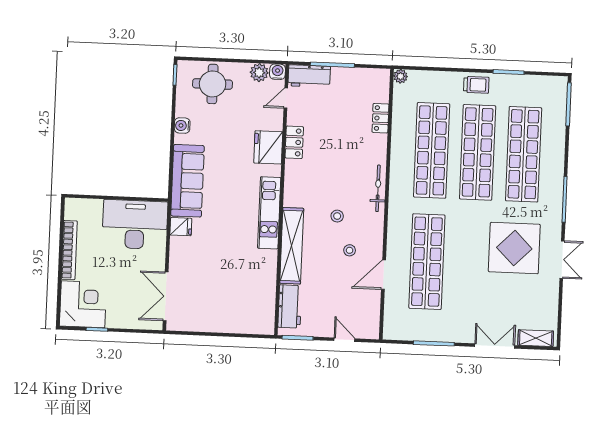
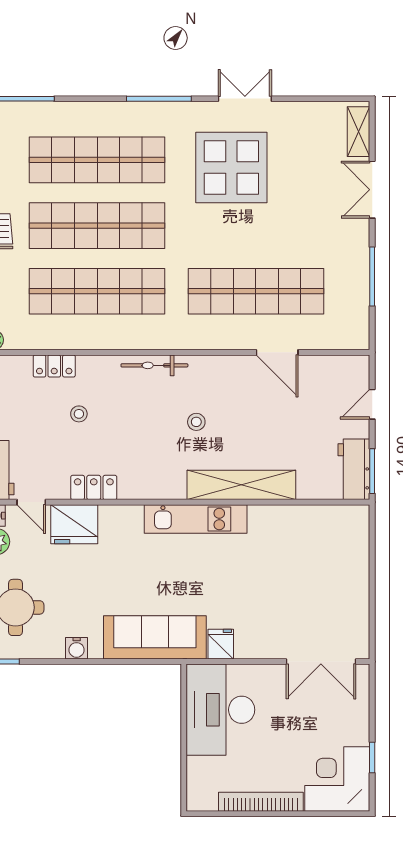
fridge: (268, 147) -> (74, 524), moved
stool: (350, 250) -> (79, 414), moved
workbench: (290, 306) -> (354, 469), moved, turned -90

